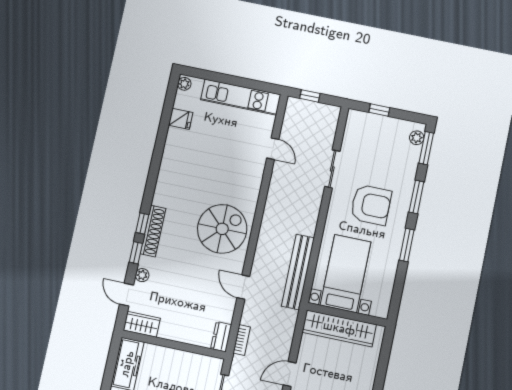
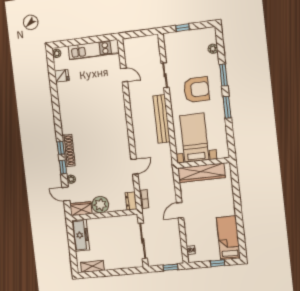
window: (310, 96) -> (136, 34), removed
plant: (417, 138) -> (213, 49), moved
window: (426, 148) -> (220, 42), removed
spiral stairs: (222, 229) -> (110, 135), removed
bench: (298, 272) -> (162, 119), moved
door: (243, 287) -> (134, 167), swing flipped
plant: (173, 327) -> (100, 205), added

